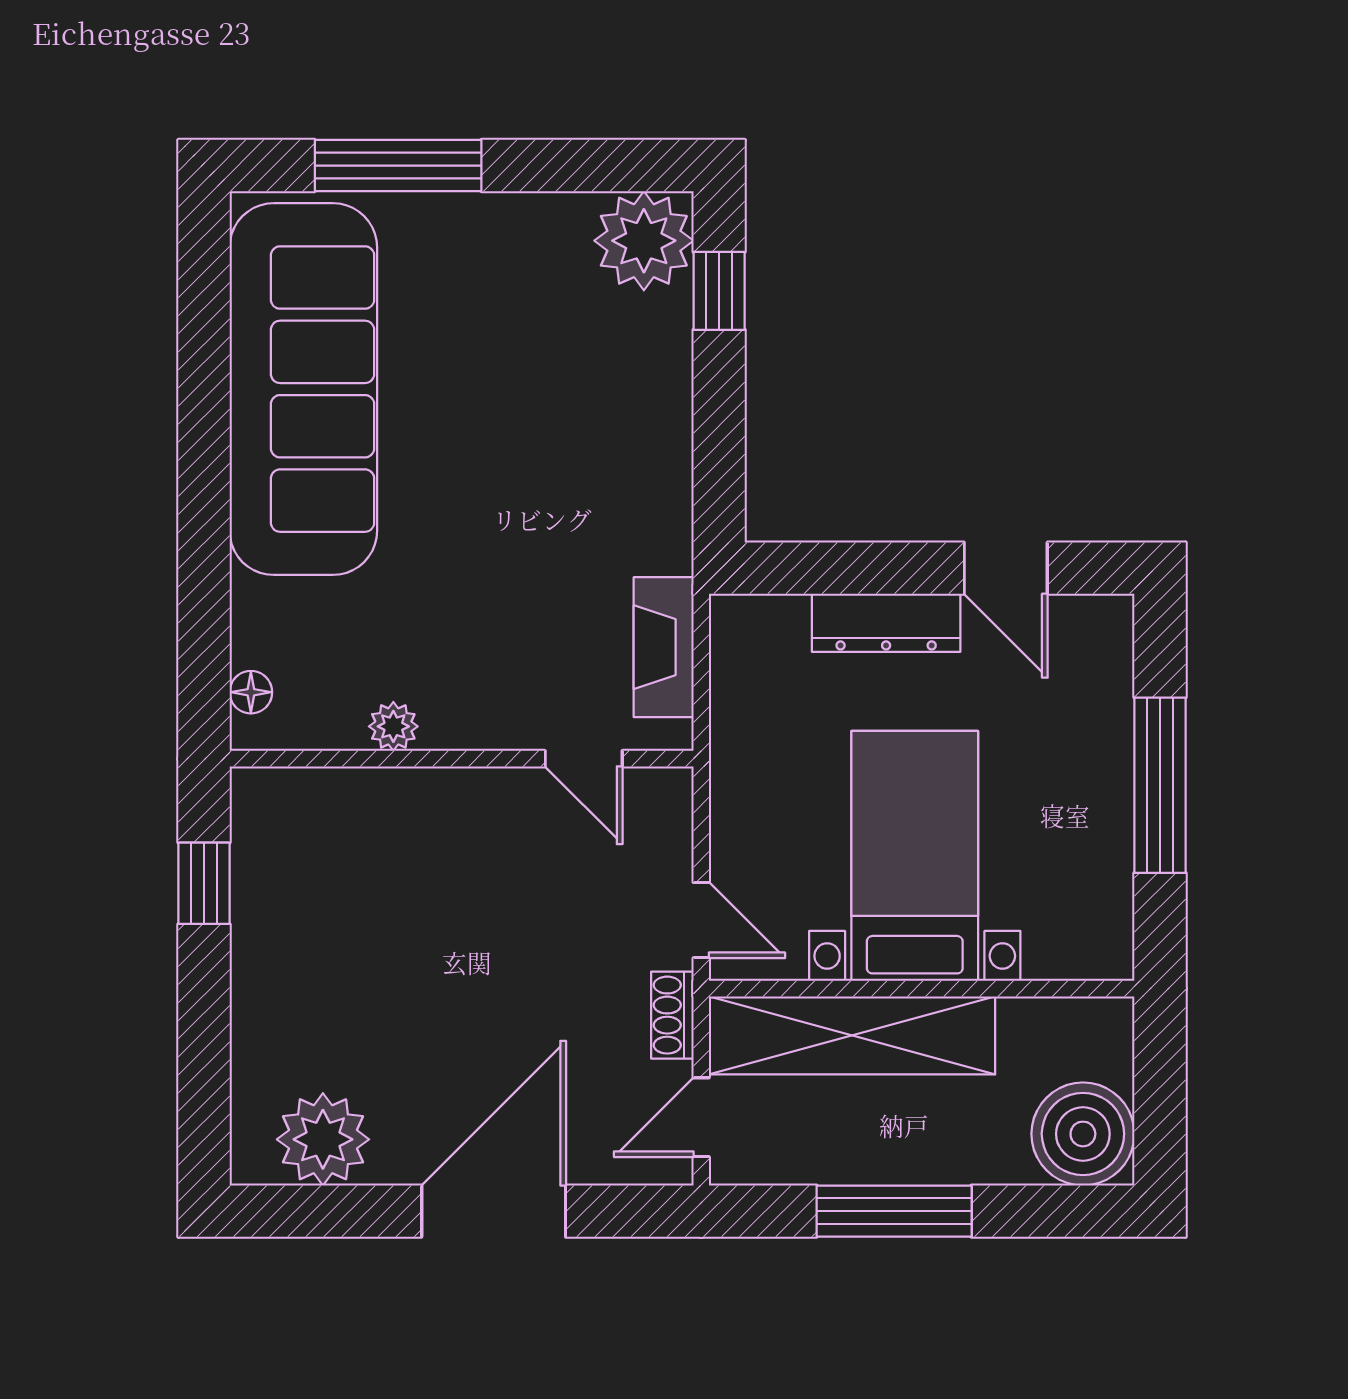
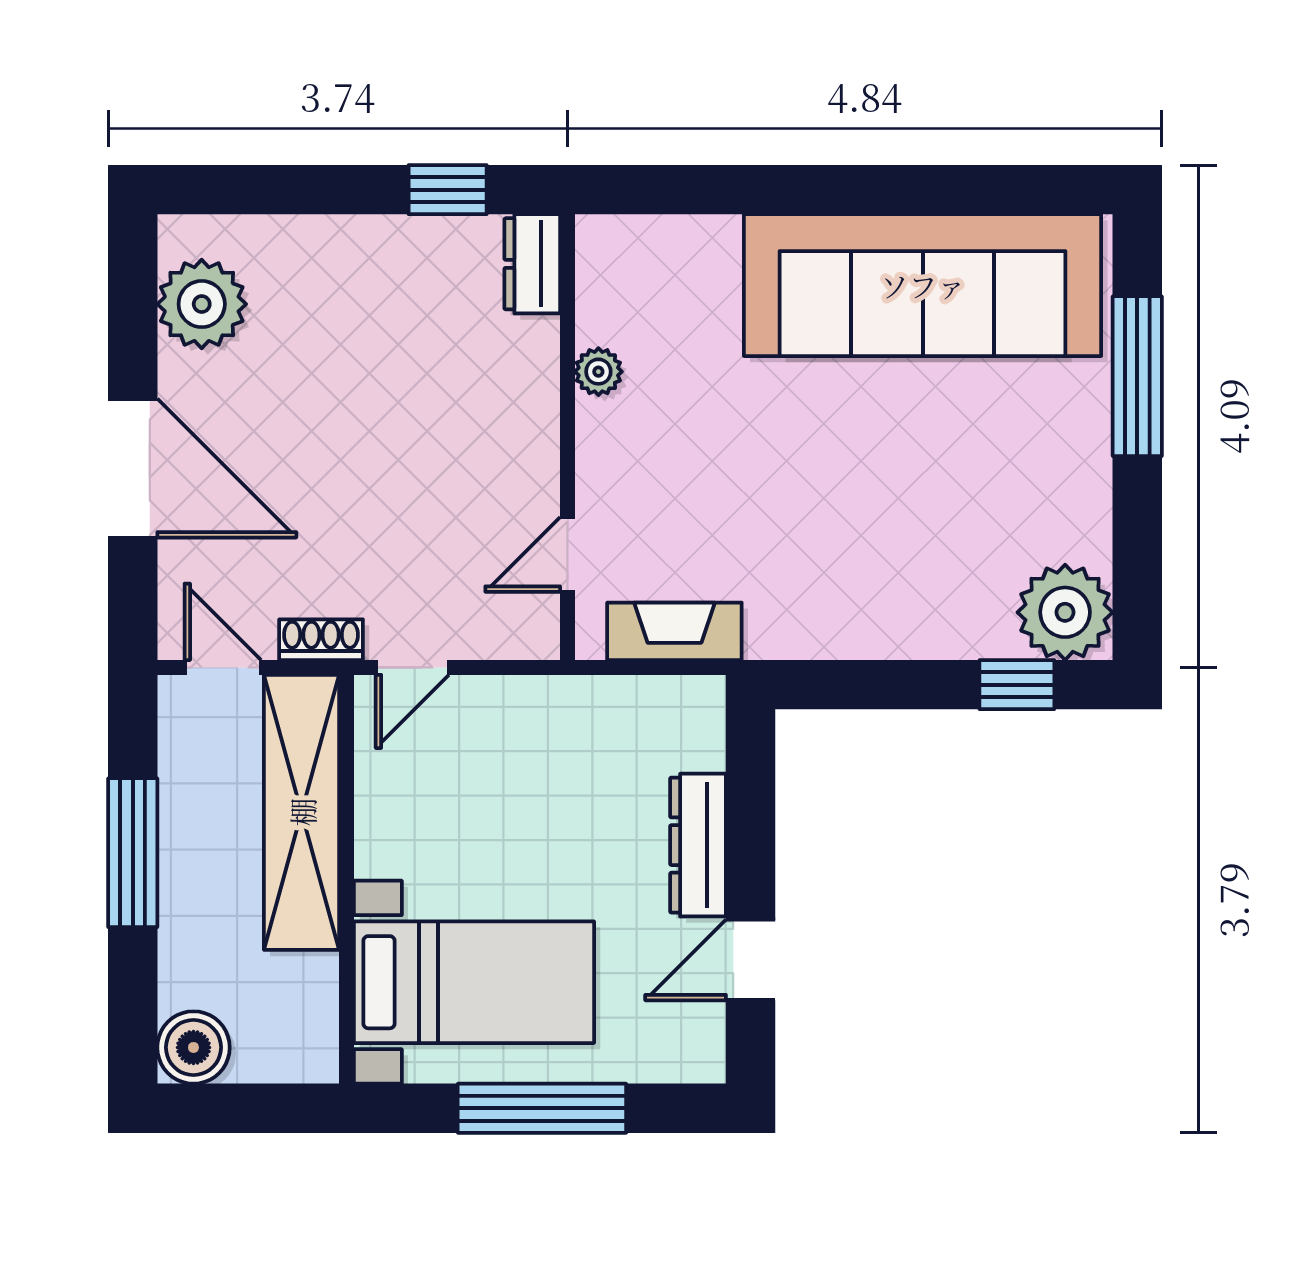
floor lamp: (251, 692) -> (631, 235), removed
dresser: (281, 795) -> (532, 264), added
bed with nightstands: (915, 856) -> (474, 982), moved
boiler: (1083, 1134) -> (193, 1047), width x0.73, depth x0.73

